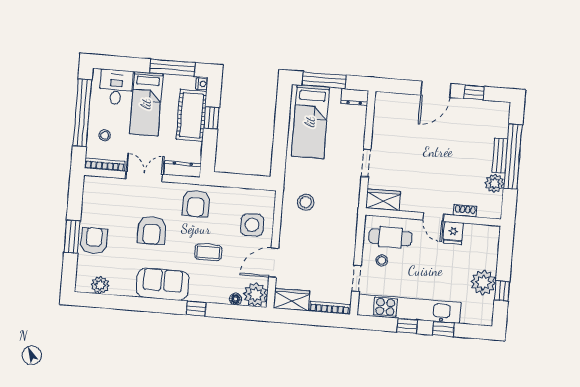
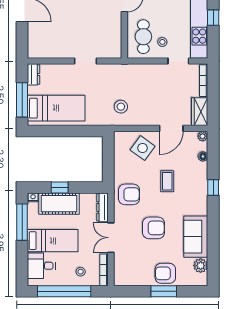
wardrobe: (383, 200) -> (114, 45), removed
side table: (252, 225) -> (143, 148), turned 37
door: (274, 263) -> (171, 128), hinge flipped
sofa: (163, 284) -> (196, 237), moved
plant: (255, 295) -> (203, 136), width x0.53, depth x0.53

